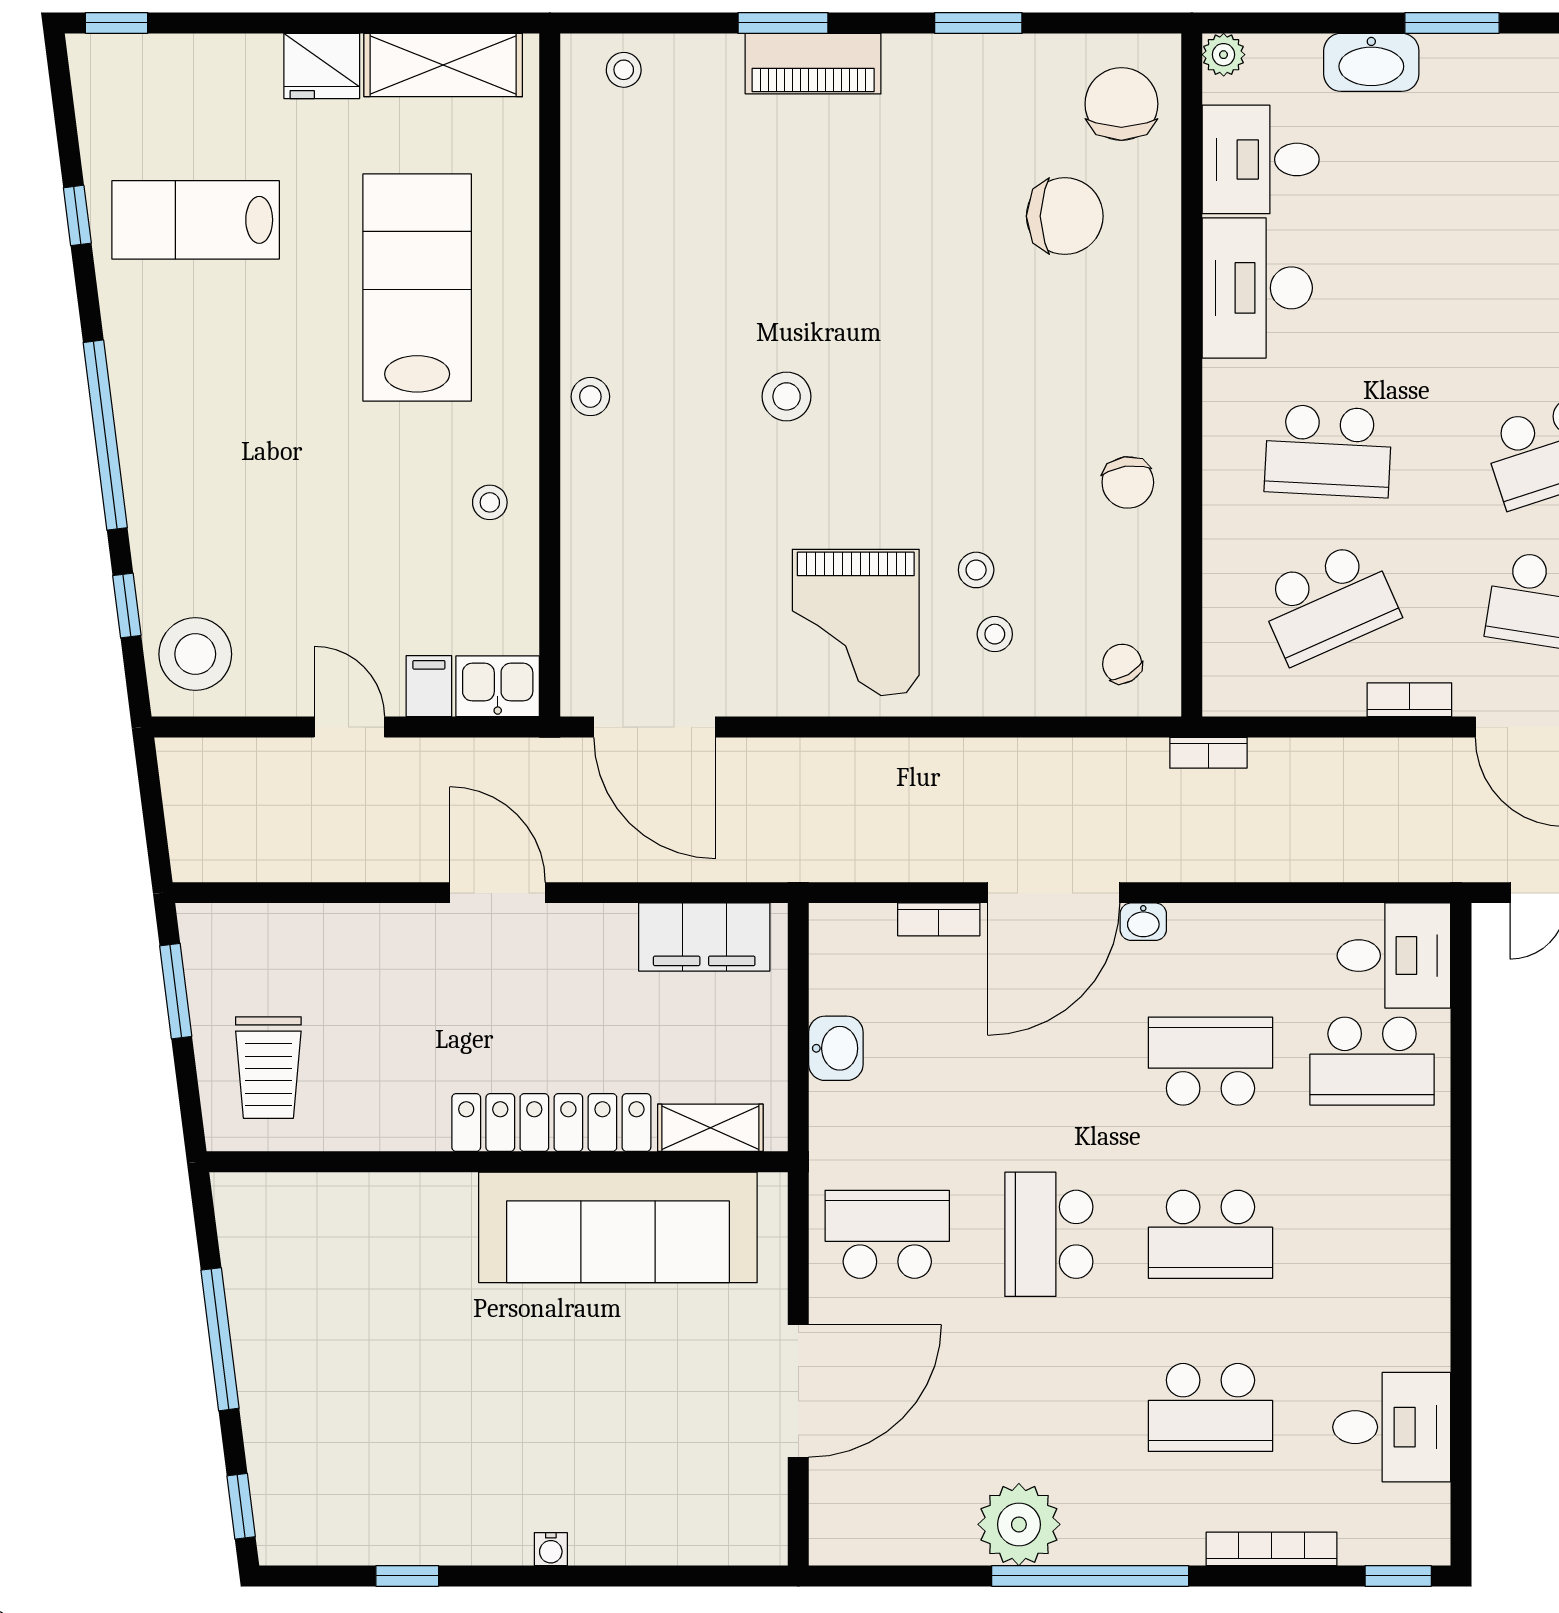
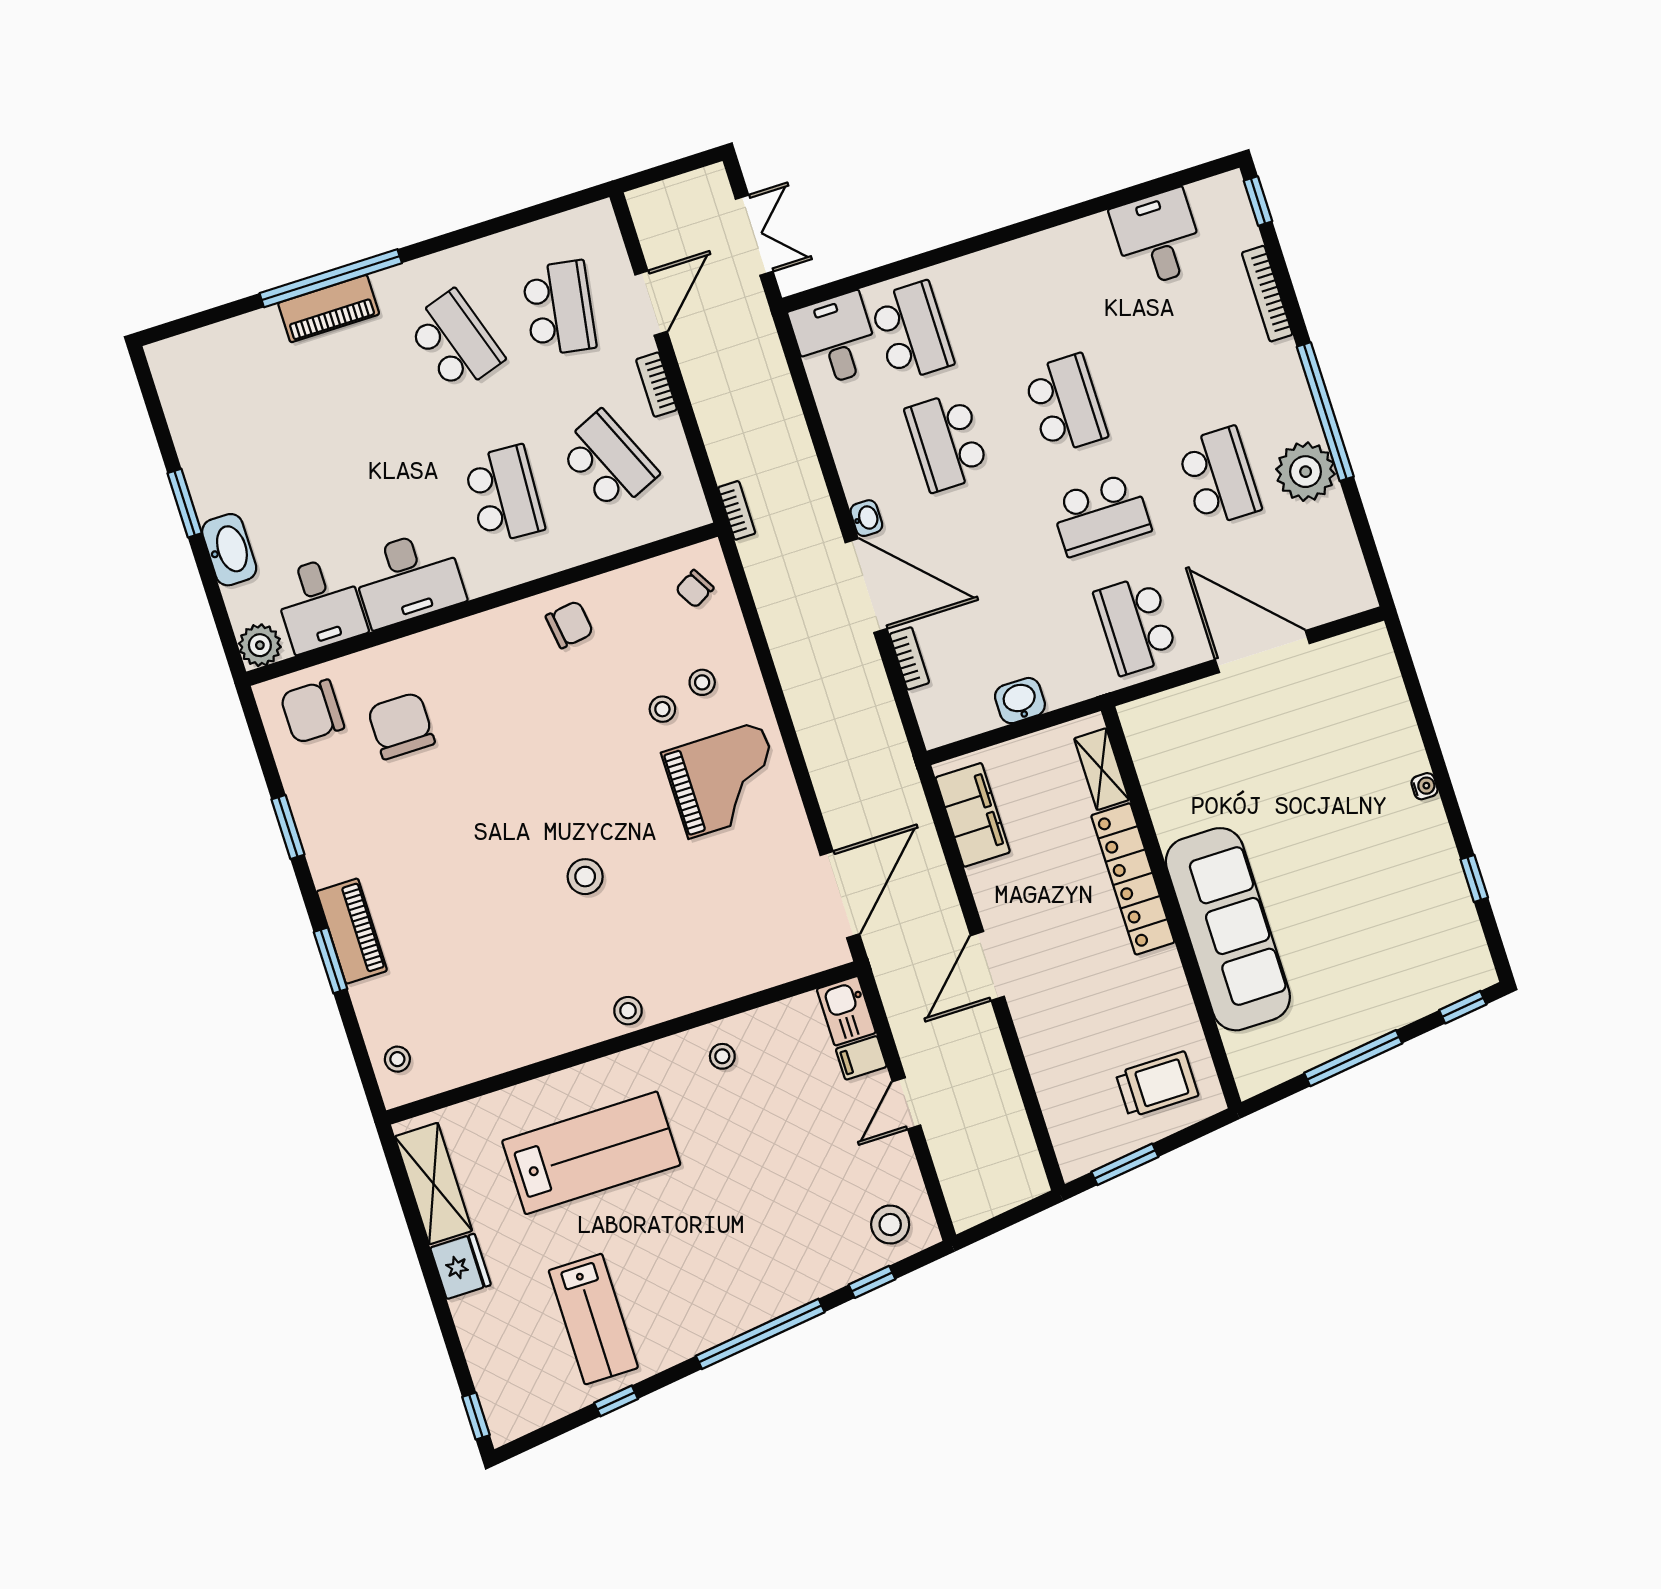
plant: (1224, 55) -> (260, 645), width x1.38, depth x1.38
lab bench: (417, 288) -> (591, 1153), turned 180
stool: (195, 654) -> (890, 1225), width x0.73, depth x0.73
sofa: (618, 1227) -> (1228, 929), moved
school desk: (1210, 1407) -> (1219, 477), moved

